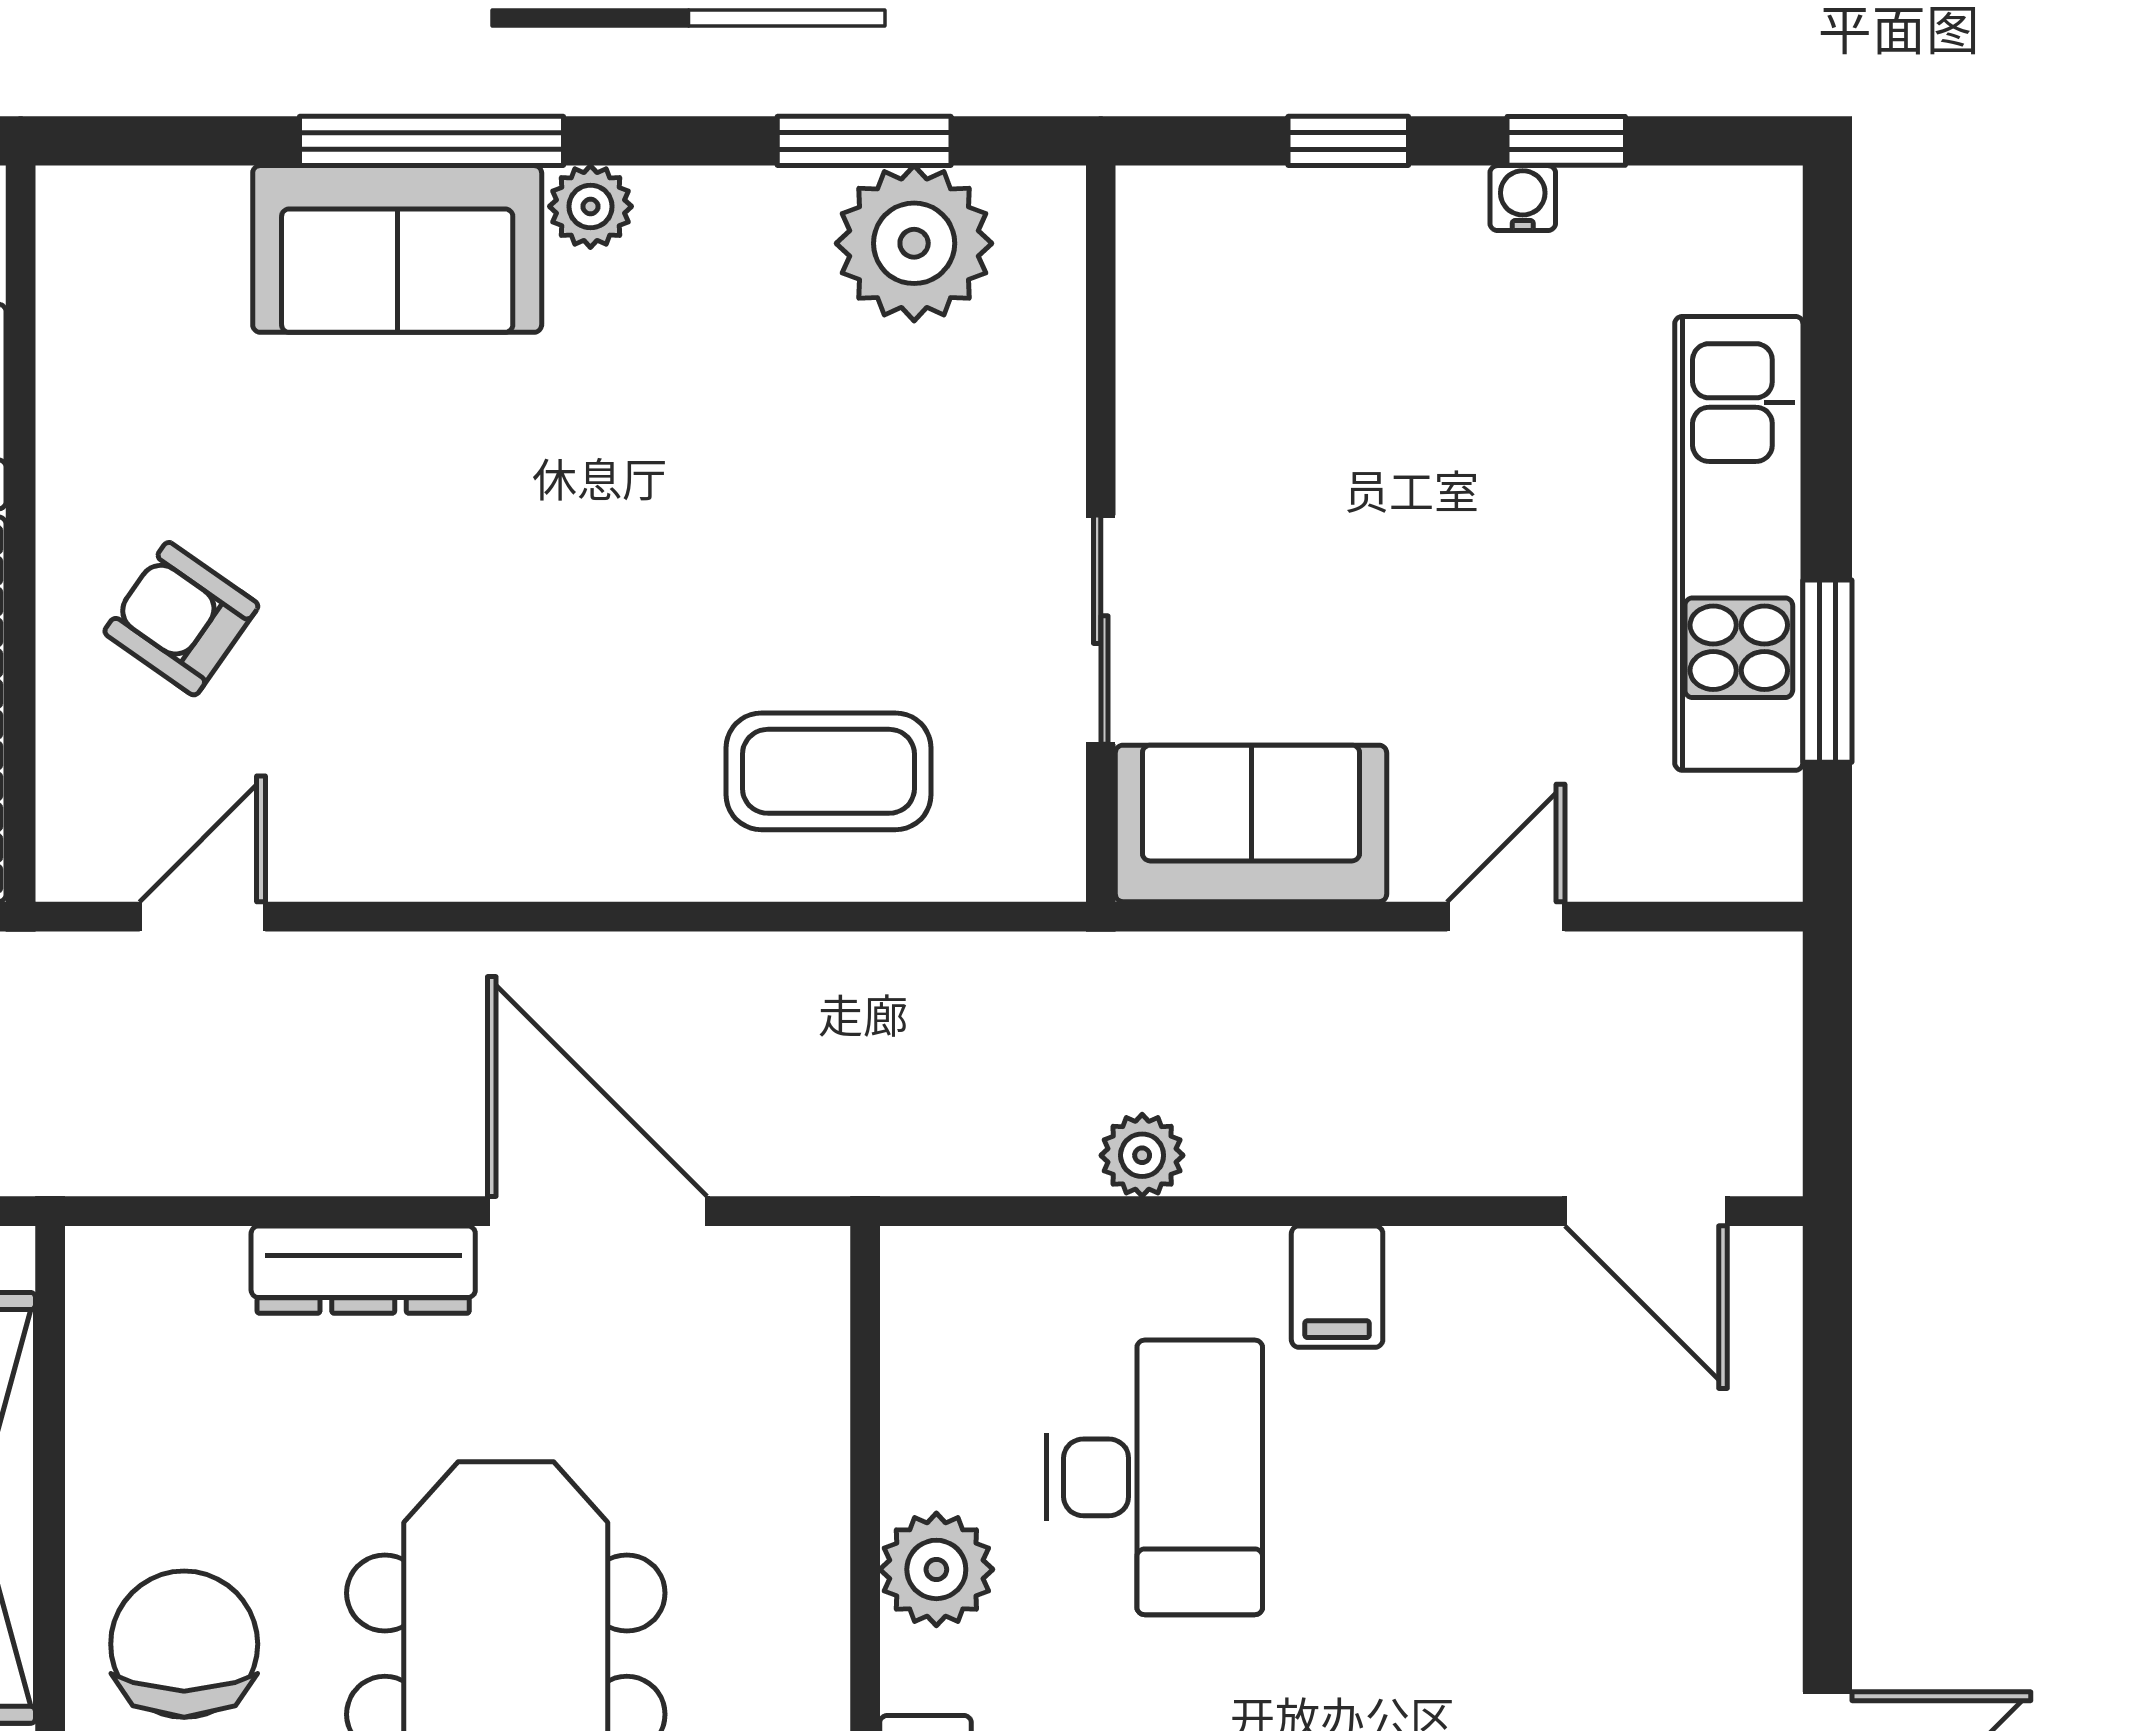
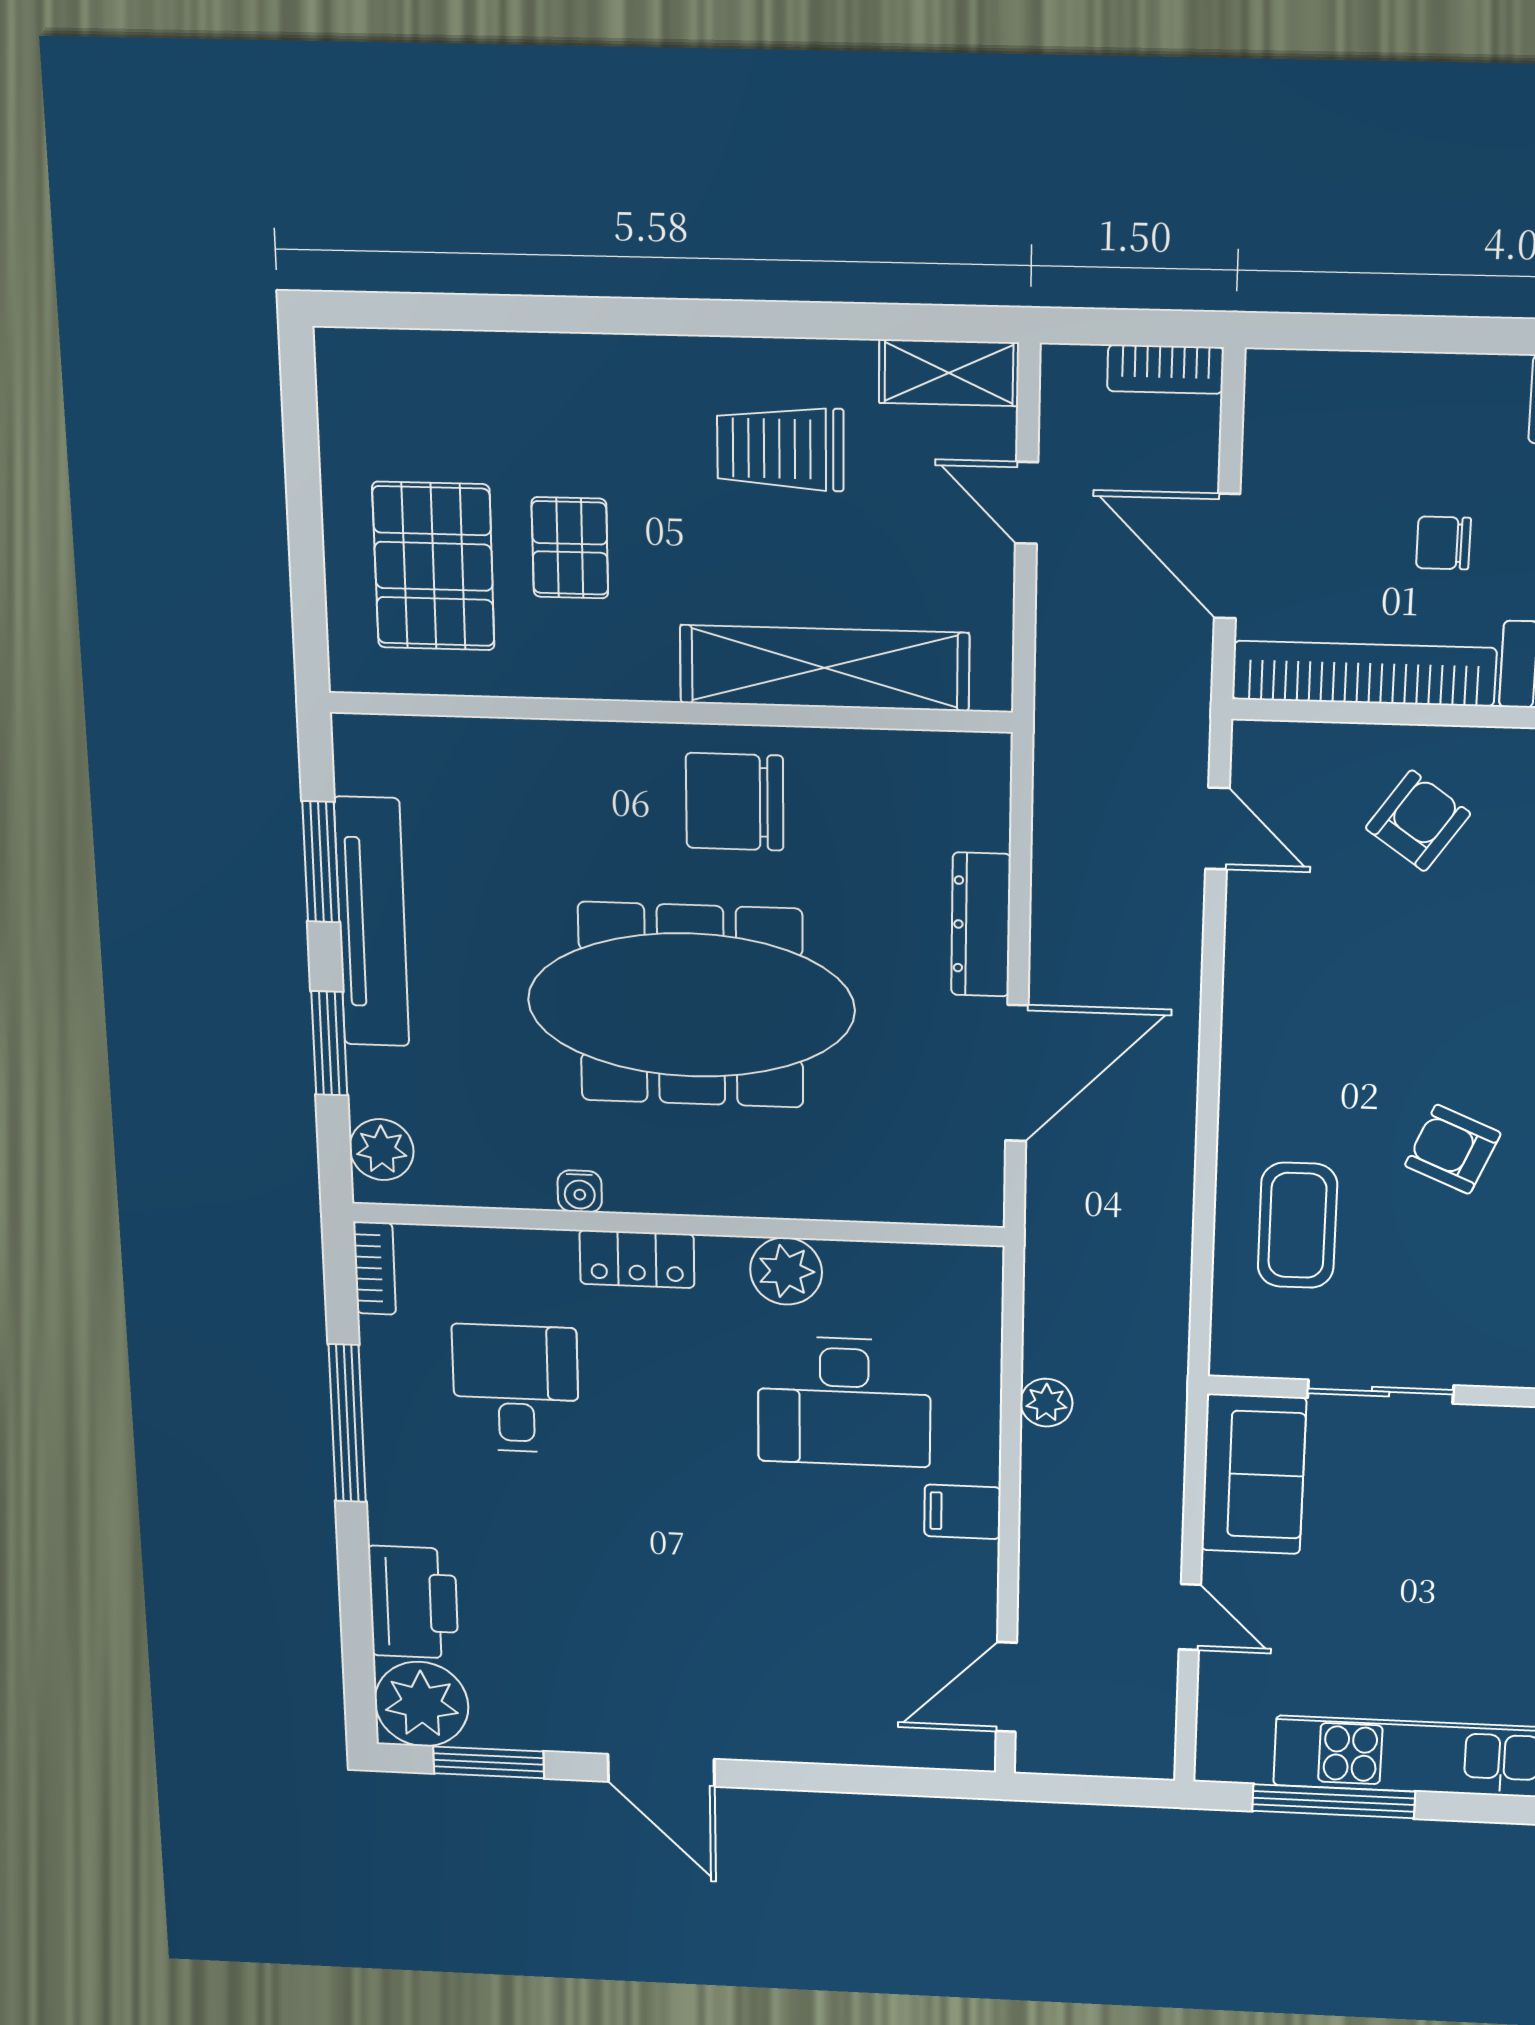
armchair: (695, 539) -> (1453, 1149), added
window: (1827, 671) -> (1334, 1801), width x1.44
chair: (184, 1644) -> (735, 802), turned 180

